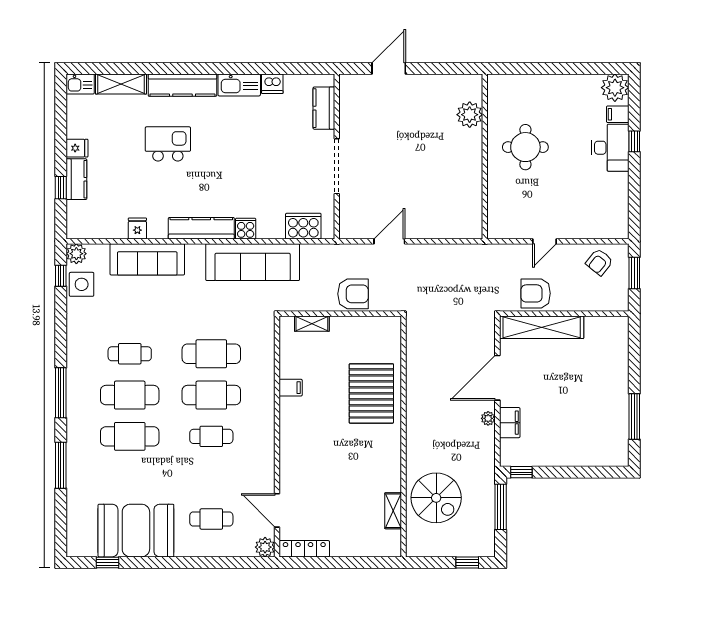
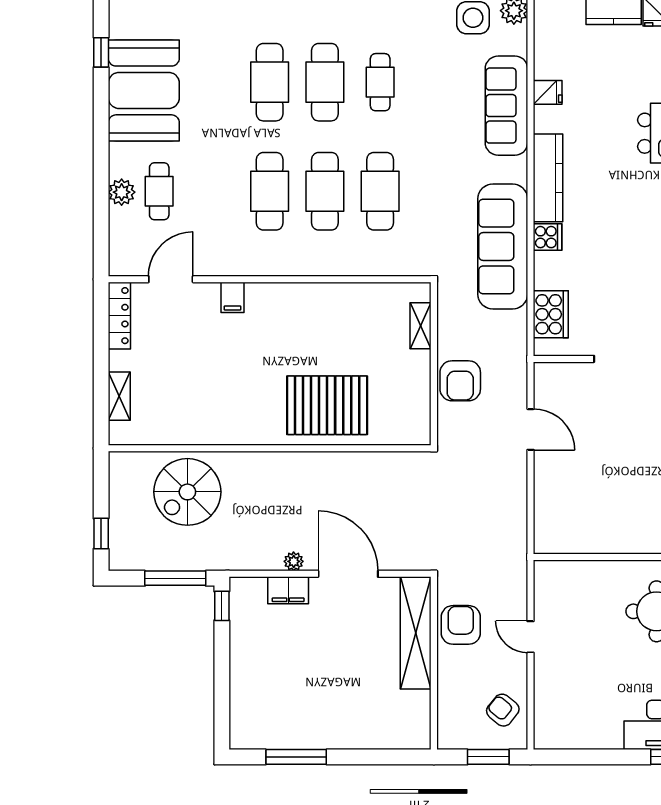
filing cabinet: (291, 388) -> (232, 297), moved
cafe table: (211, 436) -> (270, 191), width x1.37, depth x1.35
shelving: (393, 511) -> (119, 396), moved, turned 90
plant: (265, 547) -> (122, 192), moved

